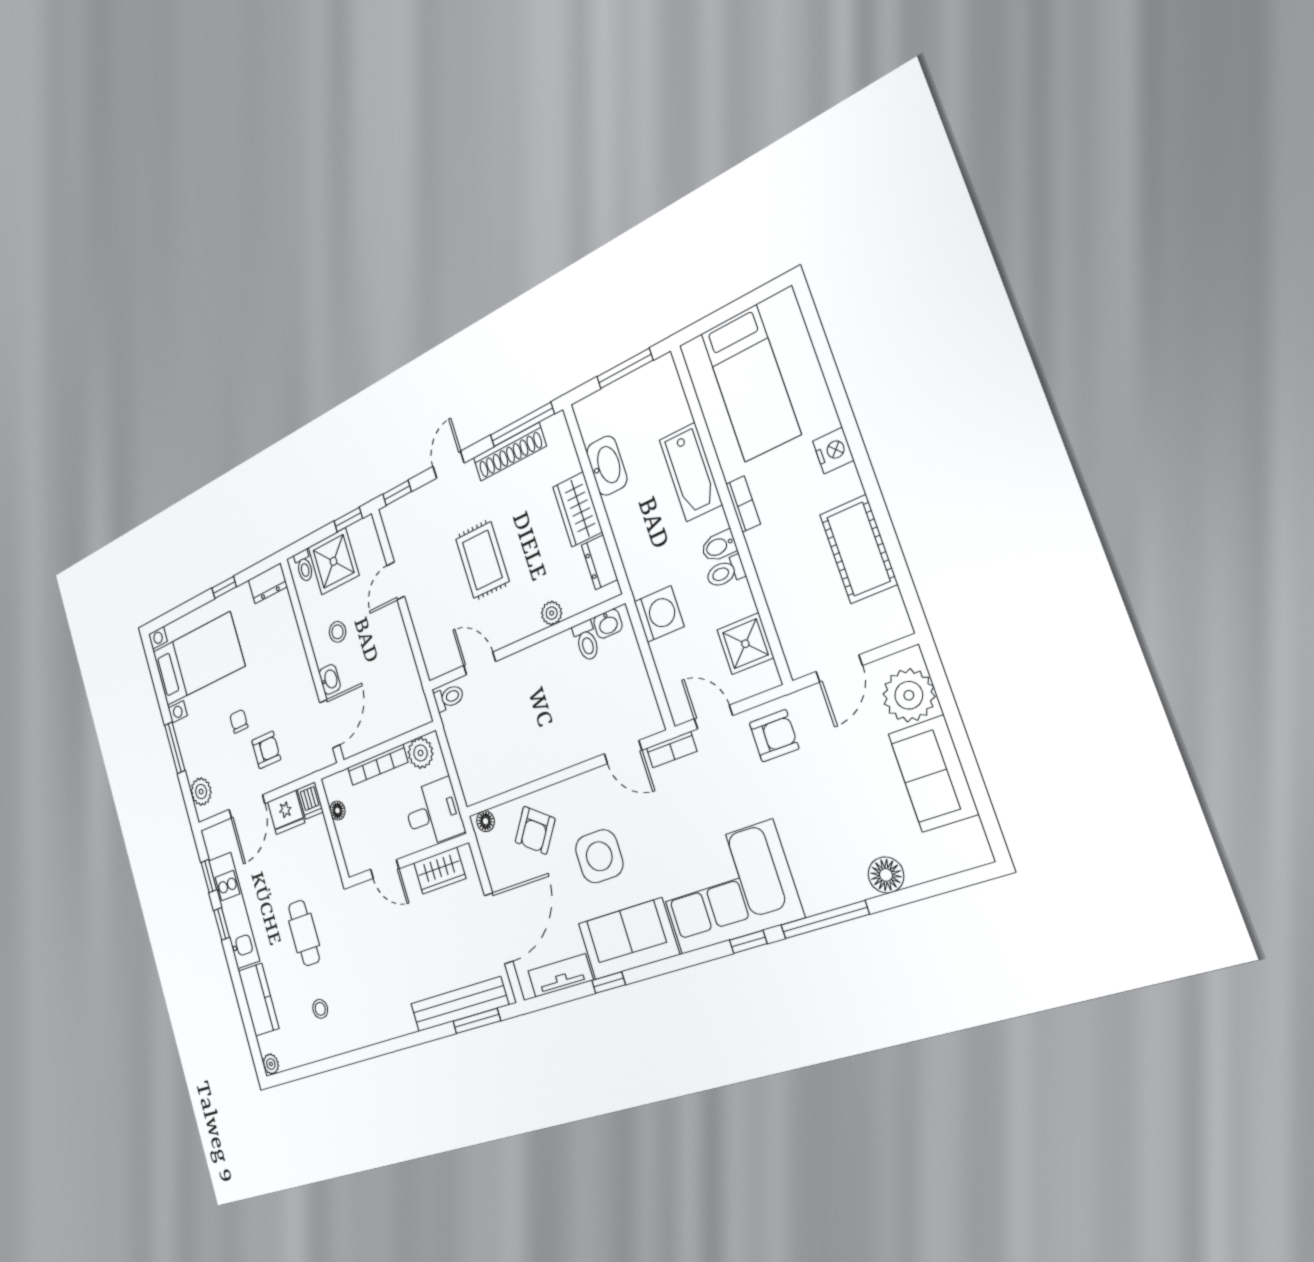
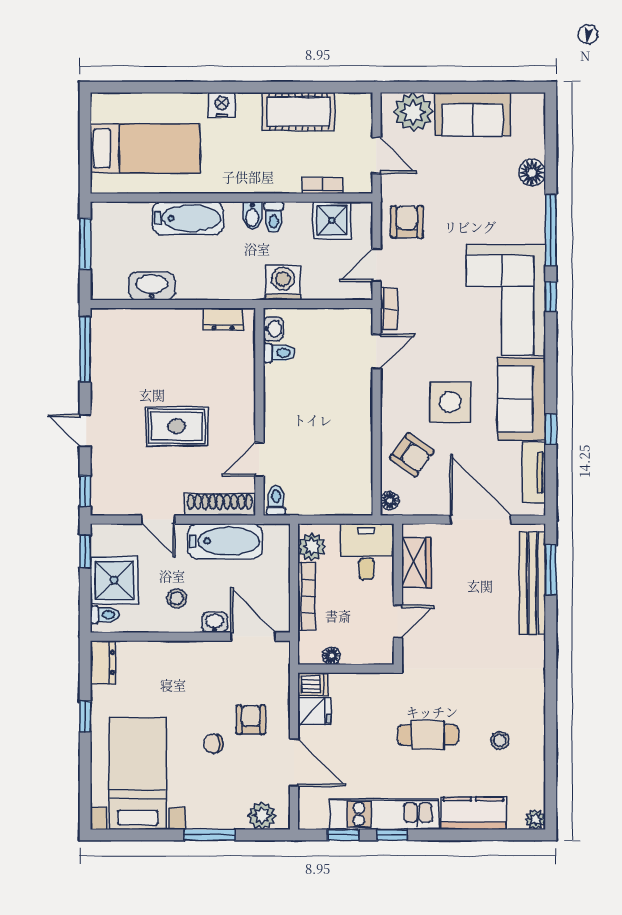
shoe rack: (510, 452) -> (220, 505), moved, turned -90
bookcase: (743, 504) -> (323, 185), moved
wardrobe: (577, 509) -> (174, 324), removed
plant: (552, 613) -> (245, 376), removed
bathtub: (398, 659) -> (225, 541), added
fridge: (286, 812) -> (314, 711), width x0.72

